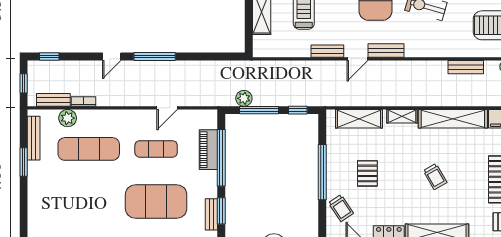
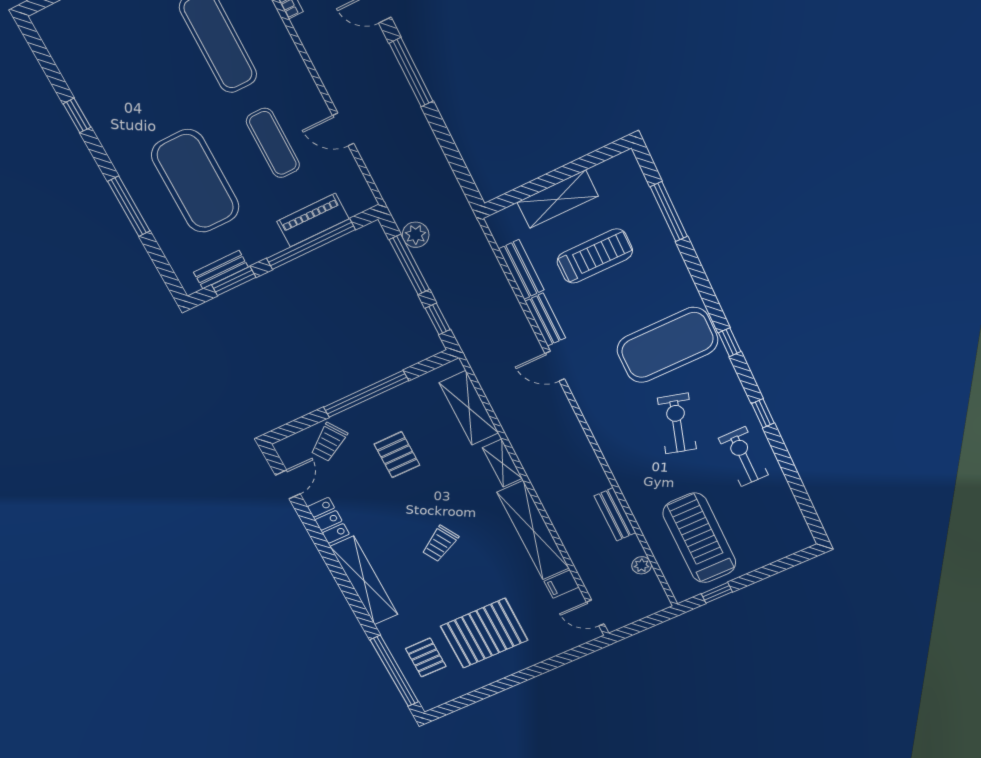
bench: (386, 50) -> (521, 269), moved
pallet: (367, 173) -> (397, 455), turned 90

